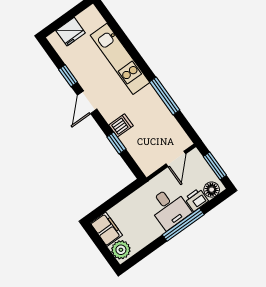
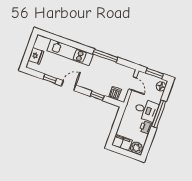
door: (87, 102) -> (69, 86), swing flipped
dishwasher: (121, 125) -> (115, 93), moved
printer: (196, 200) -> (146, 127), moved

